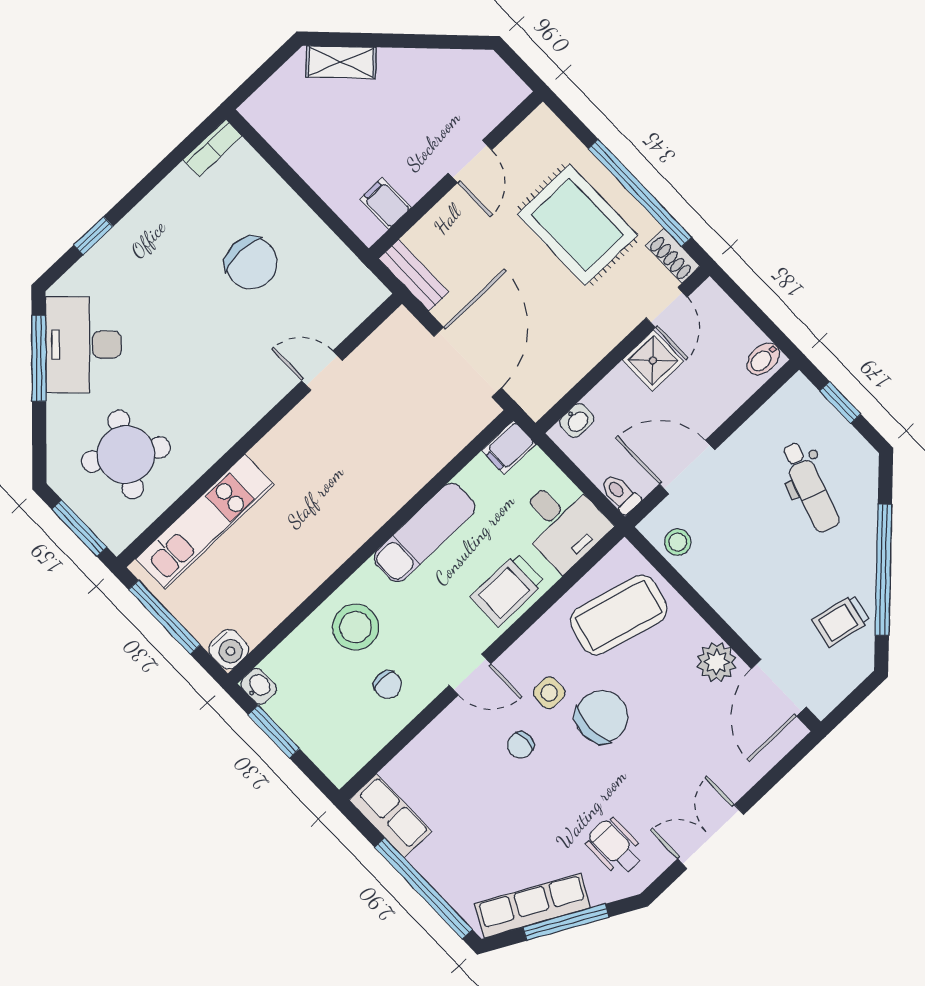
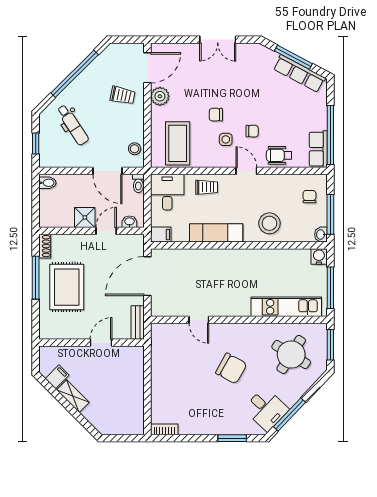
shelving: (341, 62) -> (73, 396), moved
door: (470, 161) -> (101, 343), moved
window: (640, 193) -> (36, 278), width x0.68
filing cabinet: (386, 203) -> (57, 377), moved, turned -135
window: (93, 236) -> (232, 438), width x1.50
chair: (251, 263) -> (231, 368), moved, turned 119
door: (667, 308) -> (106, 231), moved
desk: (84, 345) -> (266, 409), width x0.73
dental chair: (810, 487) -> (73, 125), turned 129
trolley: (507, 590) -> (207, 187), width x0.73, depth x0.72
coffee table: (619, 615) -> (178, 143), turned 75
trolley: (841, 621) -> (123, 95), moved
chair: (388, 685) -> (309, 197), moved
chair: (602, 717) -> (216, 115), width x0.54, depth x0.54
window: (274, 732) -> (330, 214), width x1.44
wheelchair: (615, 847) -> (279, 155), moved, turned 90
window: (423, 888) -> (330, 135), moved

